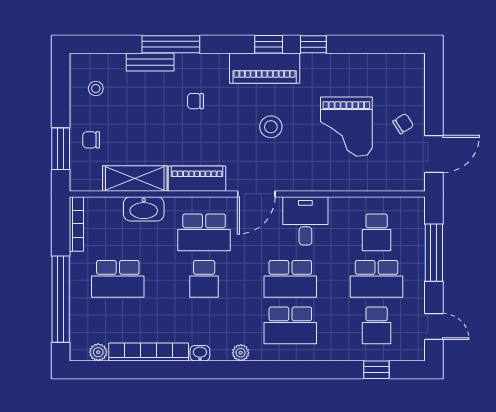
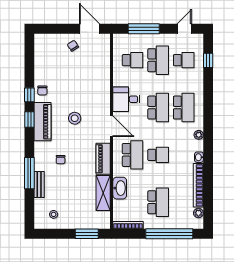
grand piano: (346, 127) -> (75, 77), removed
chair: (91, 140) -> (42, 90), moved

